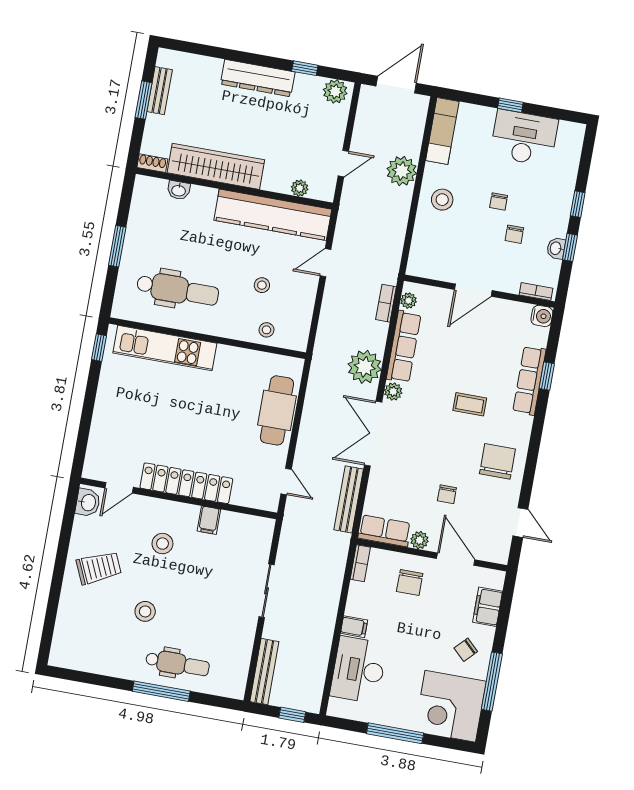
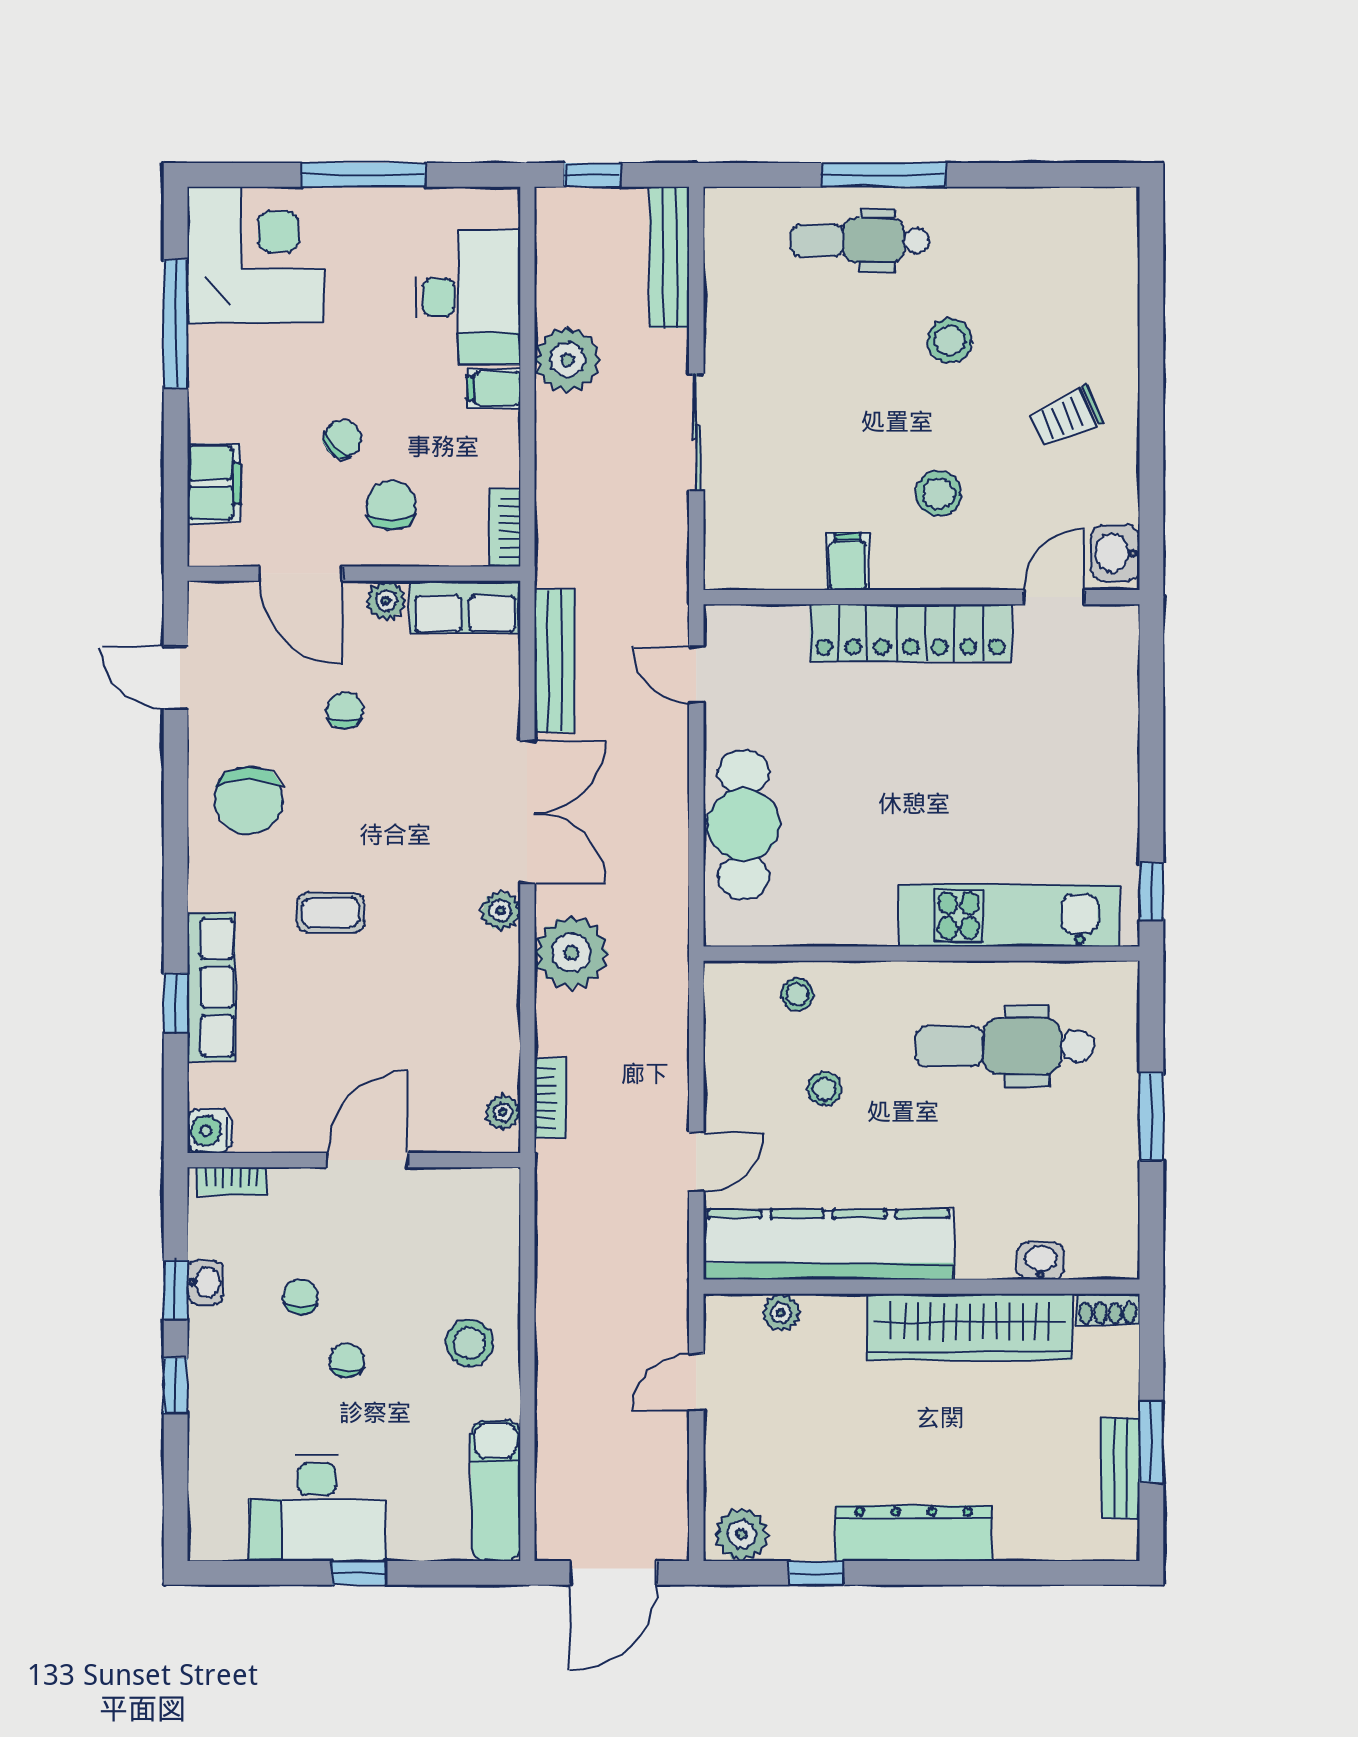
plant: (402, 171) -> (568, 360), moved
row of seats: (404, 347) -> (495, 1011), removed
trolley: (99, 568) -> (1066, 417), width x0.73, depth x0.72
chair: (466, 650) -> (343, 439), moved

